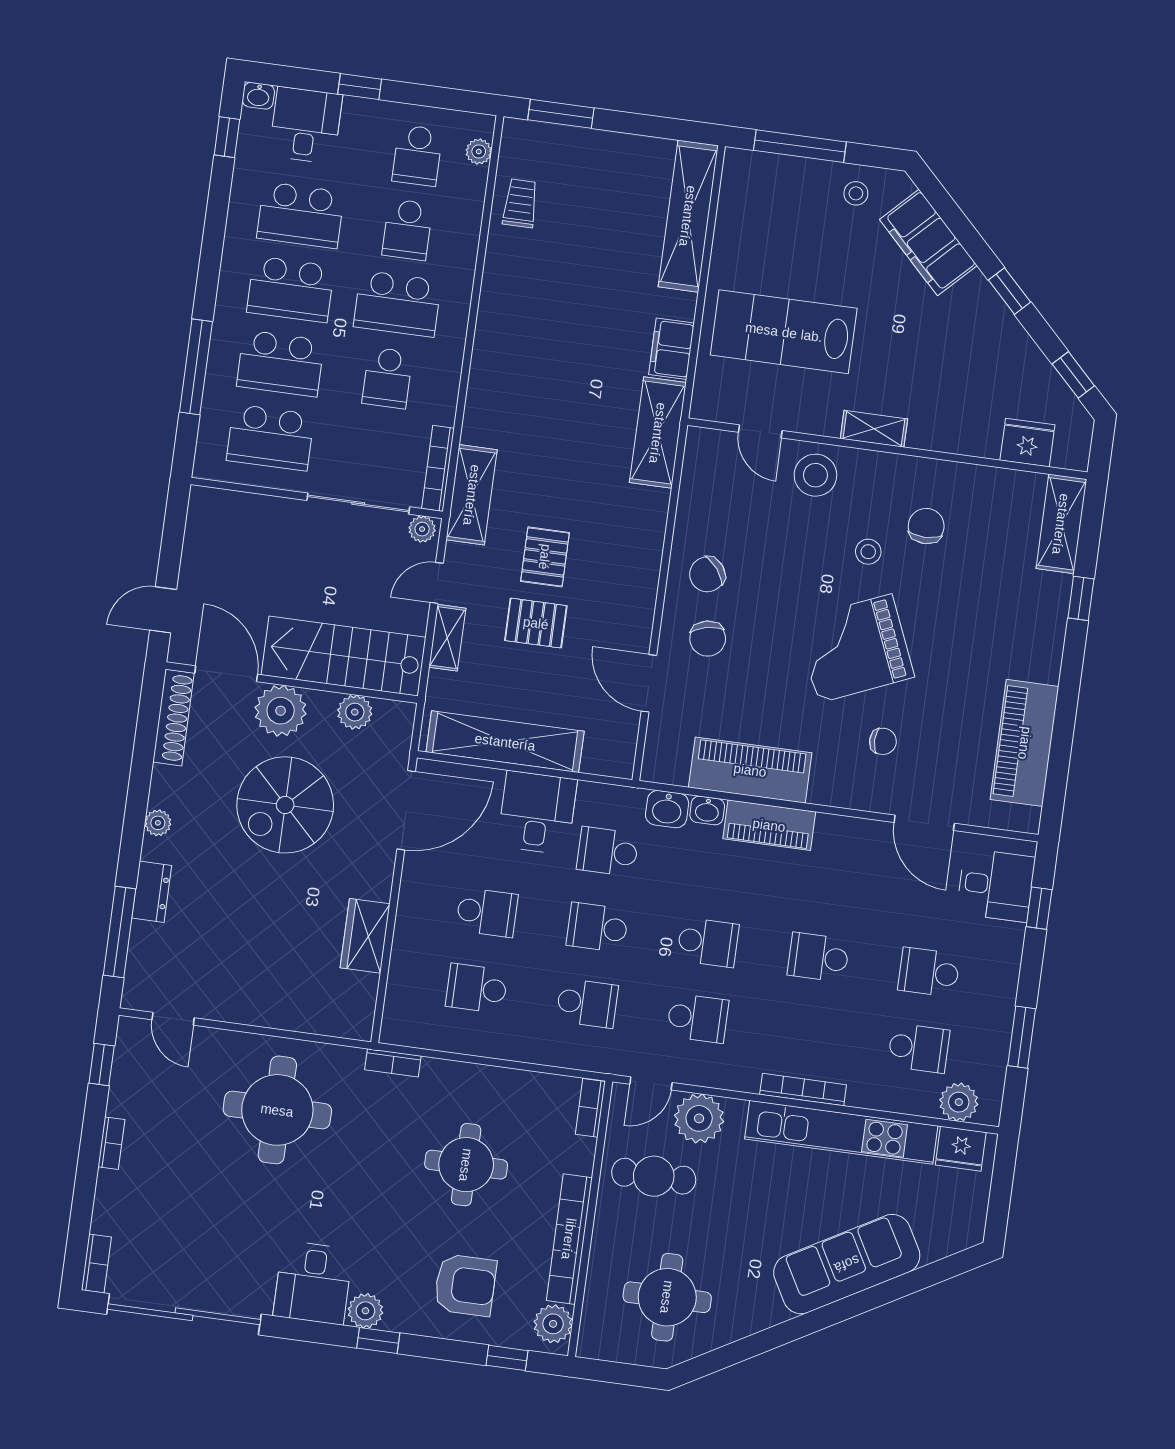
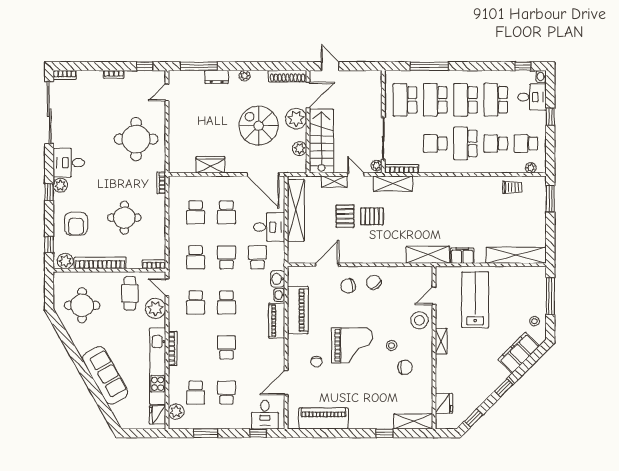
grand piano: (855, 648) -> (352, 345), turned 113
school desk: (477, 988) -> (196, 212), turned 180

